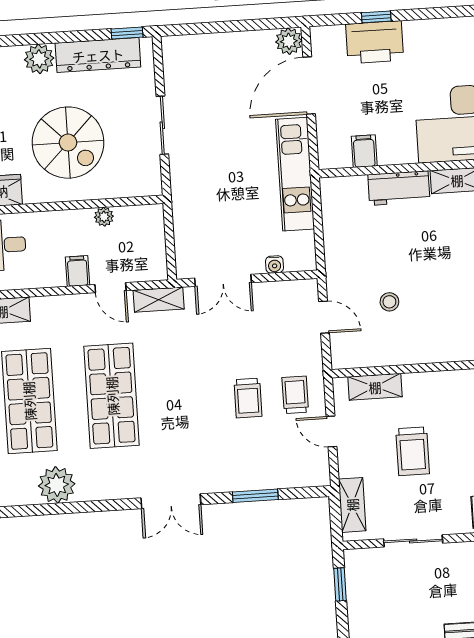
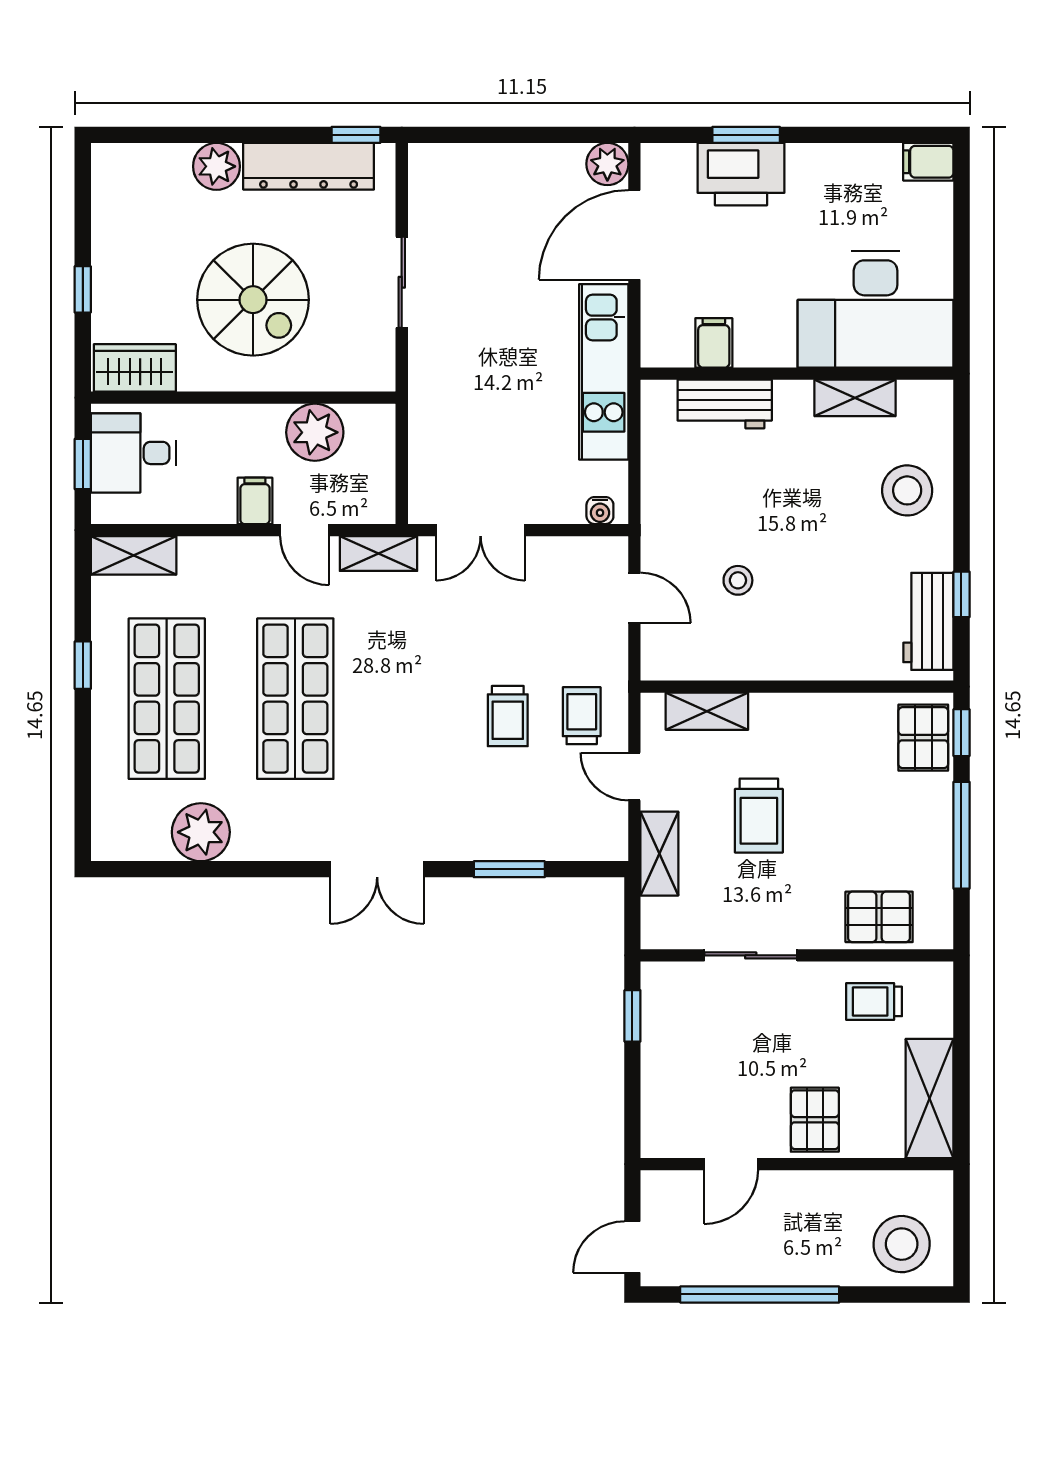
window: (376, 17) -> (746, 135), width x1.50
workbench: (399, 188) -> (725, 404), moved
plant: (104, 217) -> (315, 432), width x1.87, depth x1.87
water cooler: (274, 265) -> (600, 511), moved
shelving: (352, 505) -> (659, 854), moved

